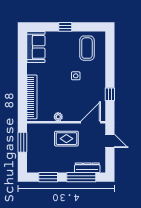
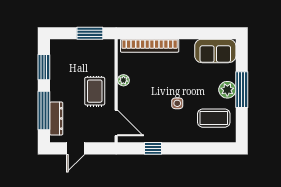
window: (65, 27) -> (242, 90), width x2.17
plant: (65, 38) -> (227, 90), added
door: (110, 141) -> (76, 148), moved

